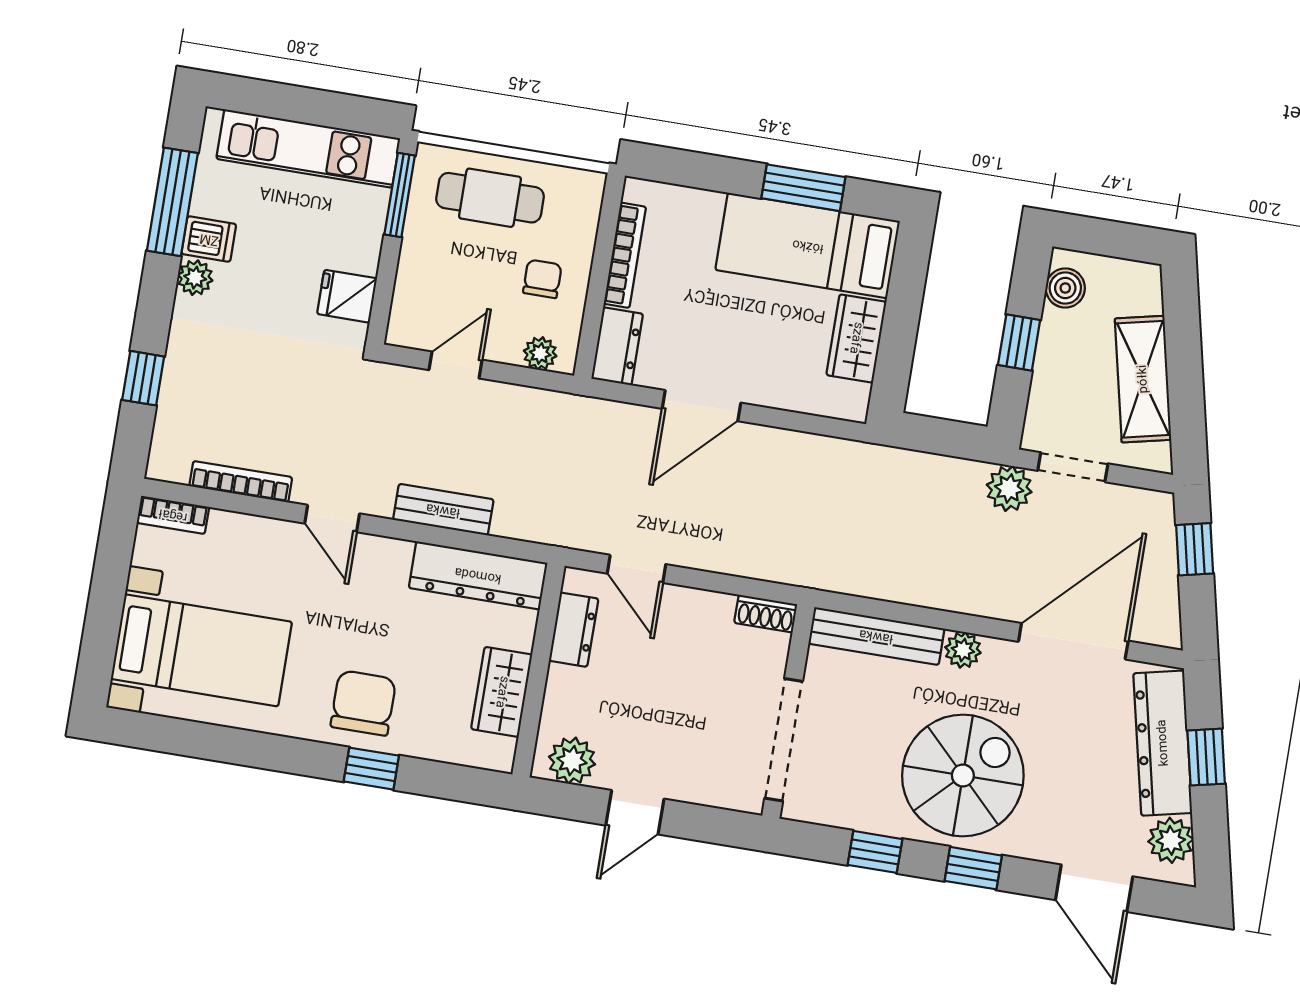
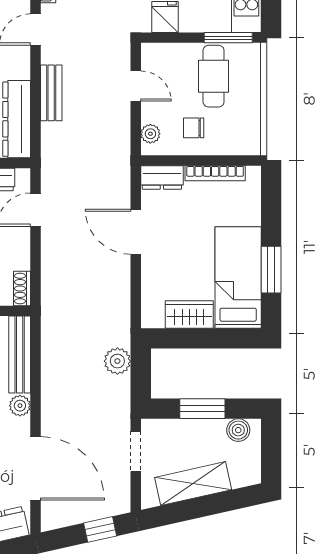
cafe table: (490, 198) -> (214, 76), moved
chair: (542, 279) -> (194, 128), turned 180
window: (1019, 342) -> (202, 409), width x1.50
plant: (1009, 488) -> (117, 361), moved

